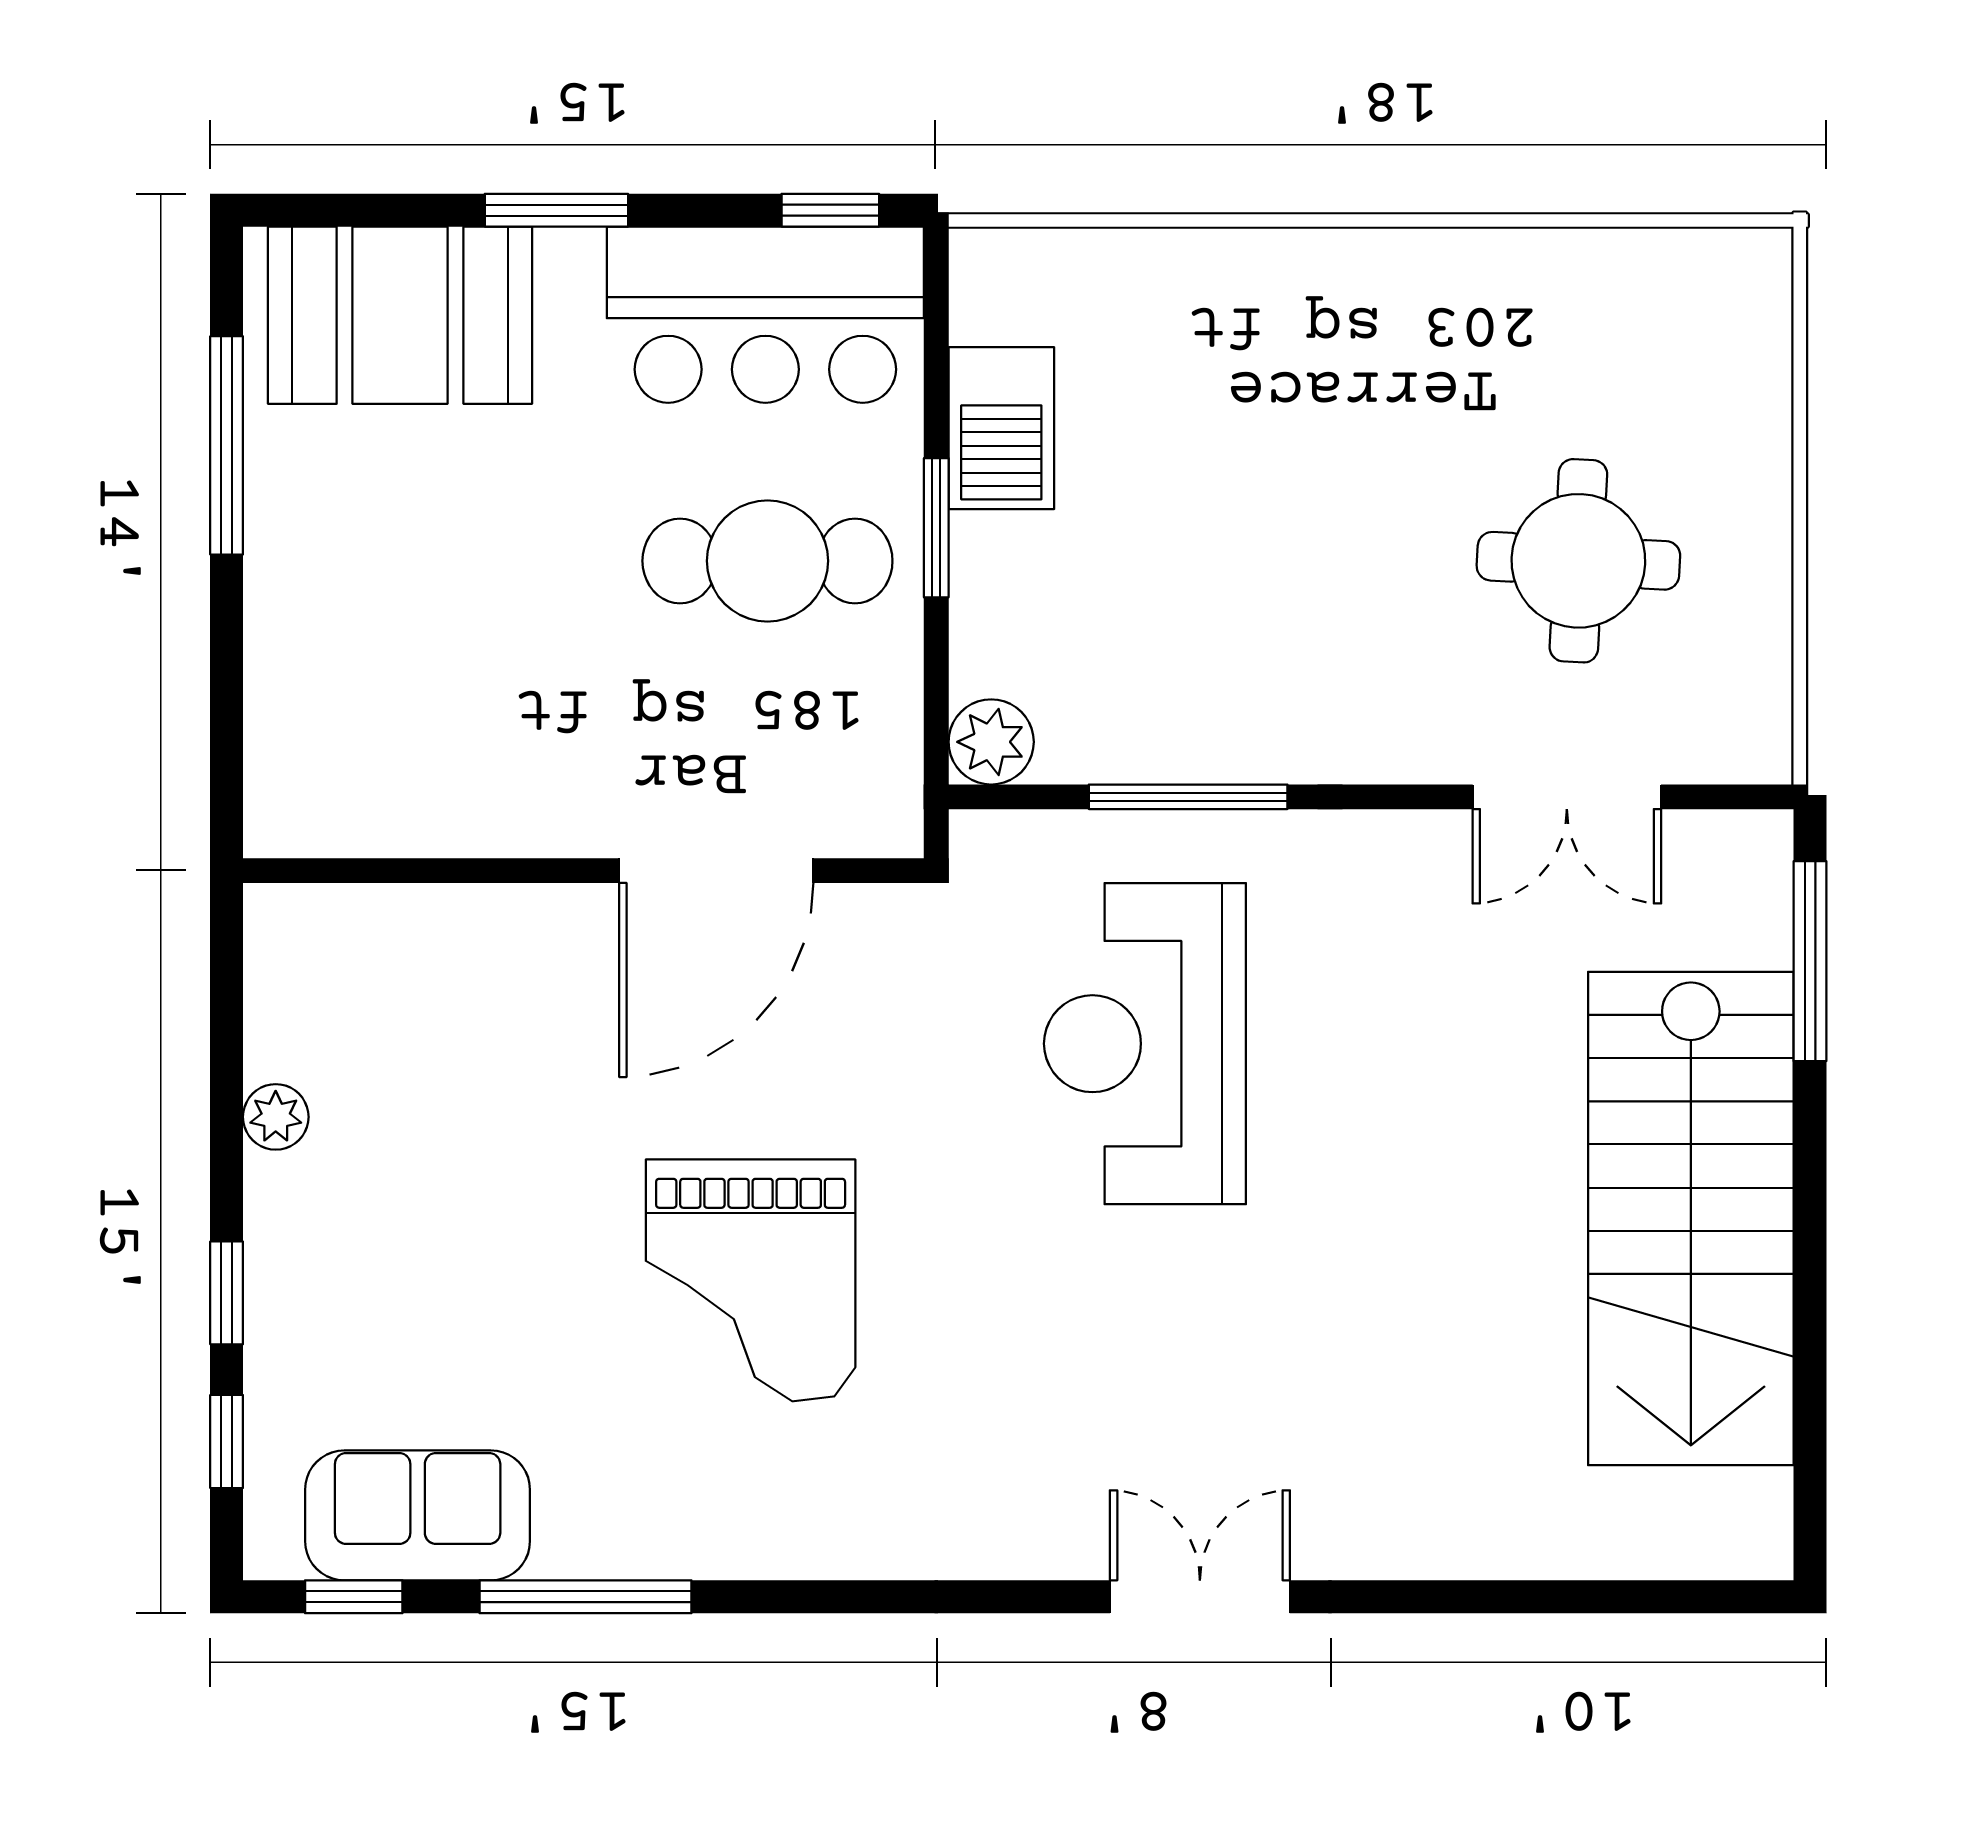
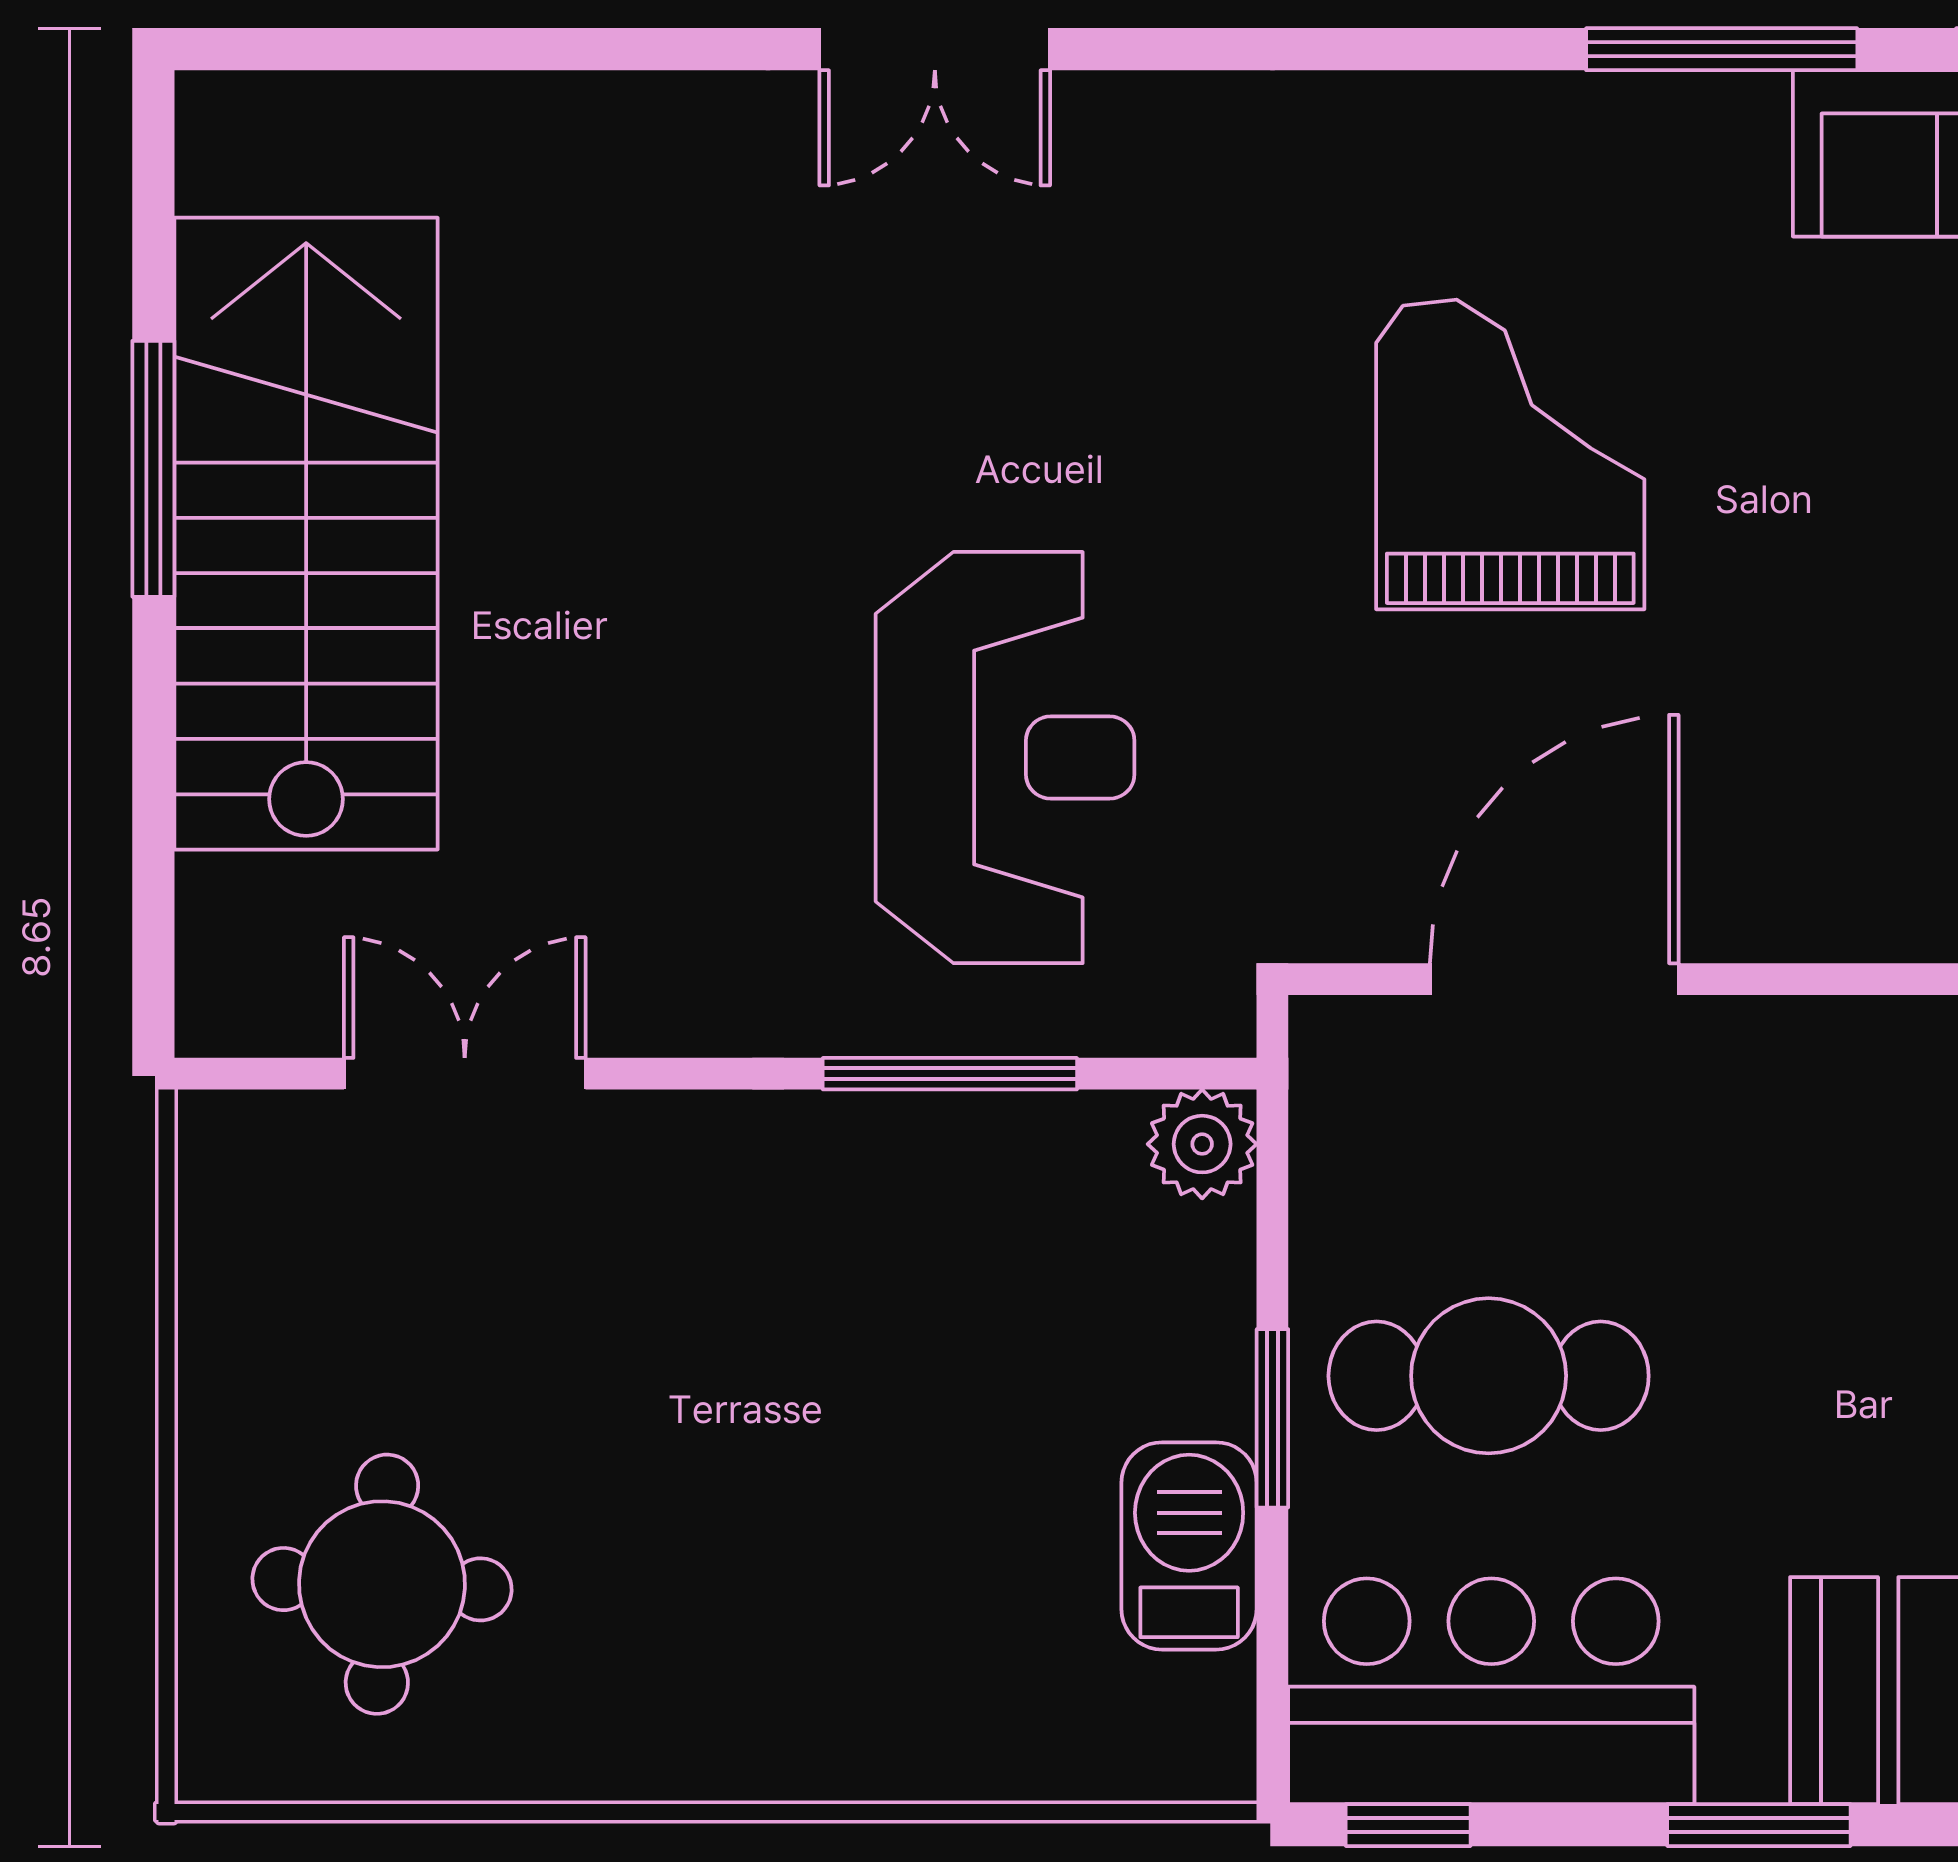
round table: (1578, 561) -> (382, 1584), moved
window: (1810, 961) -> (153, 469), moved

